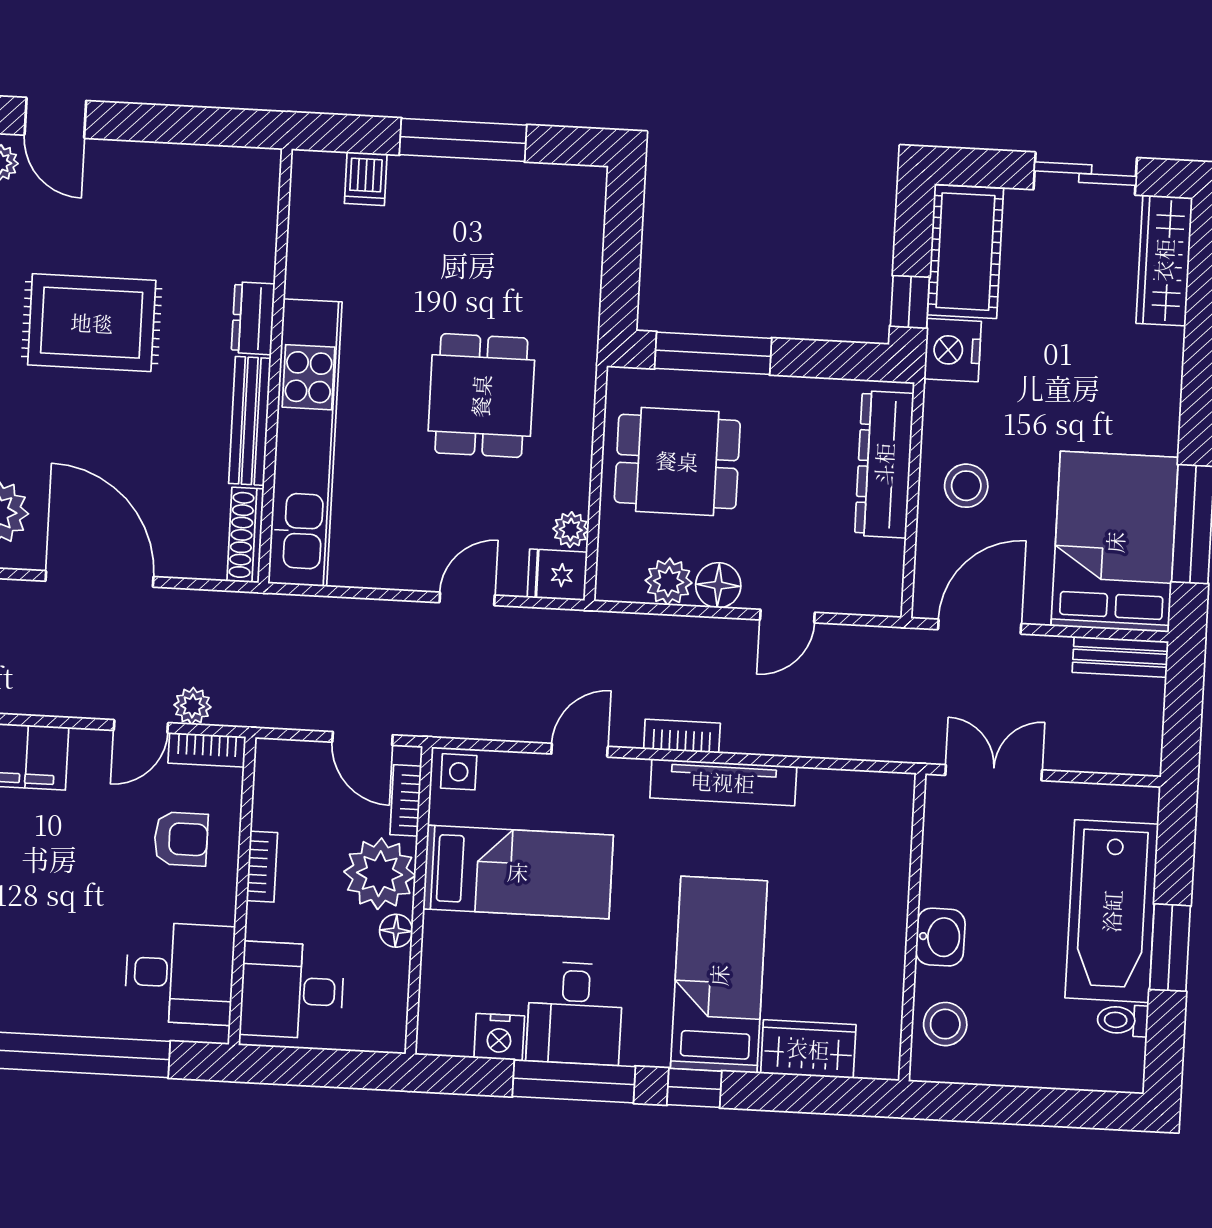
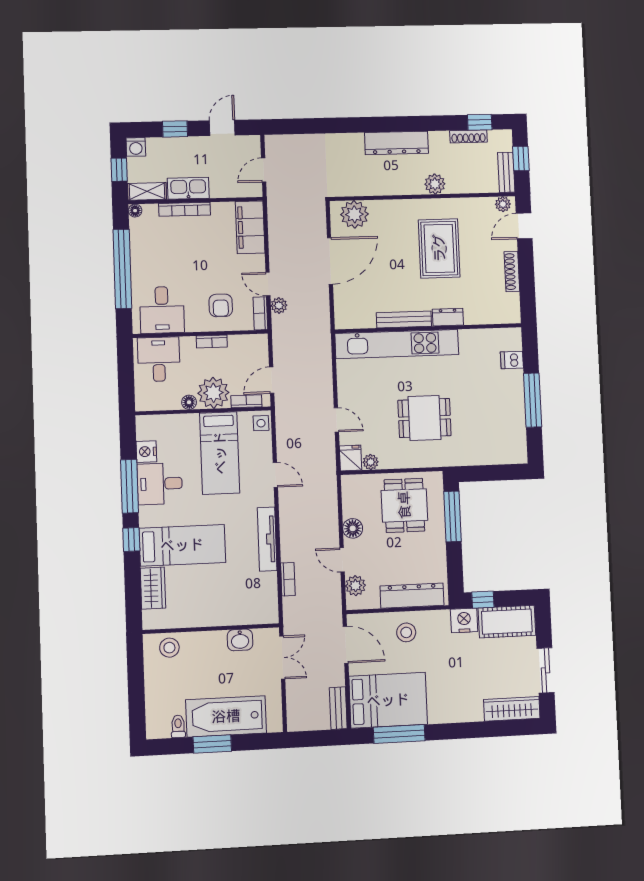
shoe rack: (245, 535) -> (512, 272), moved, turned -90
plant: (669, 582) -> (355, 586), moved
bookcase: (682, 736) -> (288, 579), moved
washbasin: (940, 937) -> (240, 640), moved

